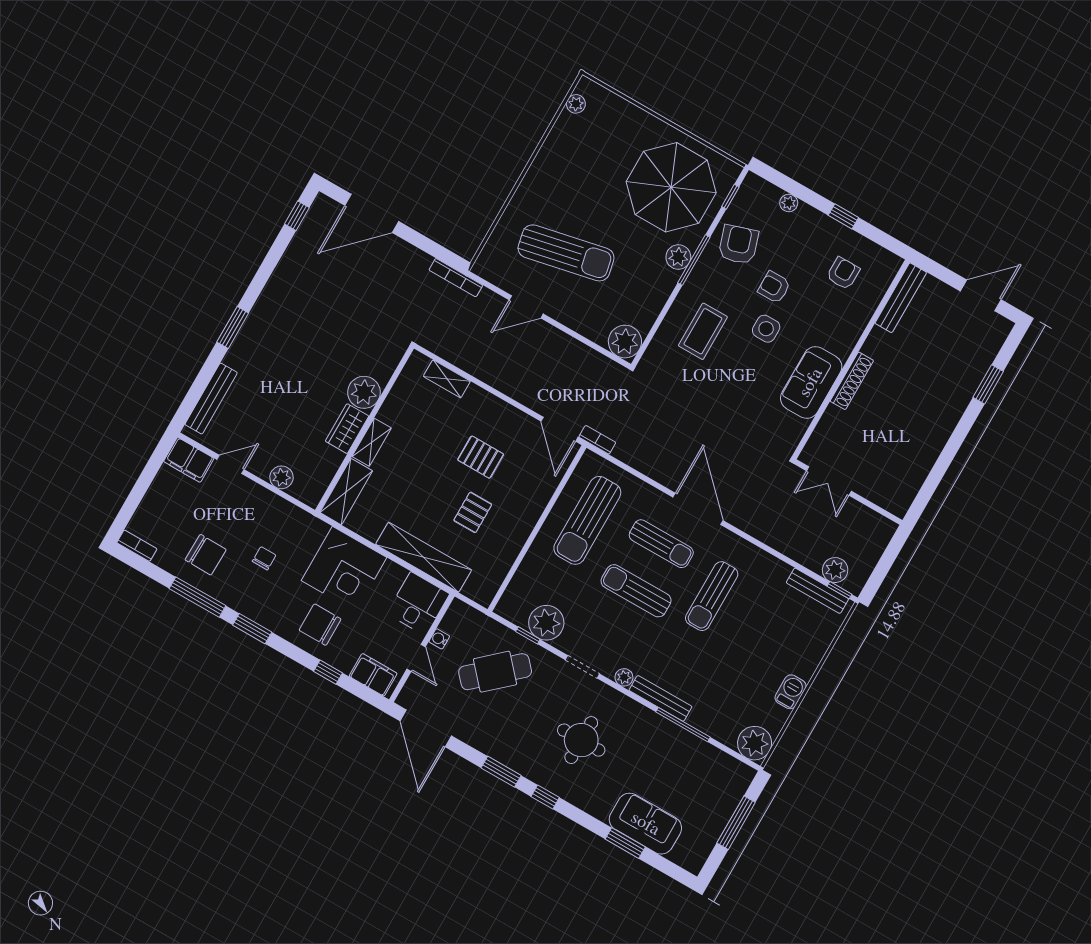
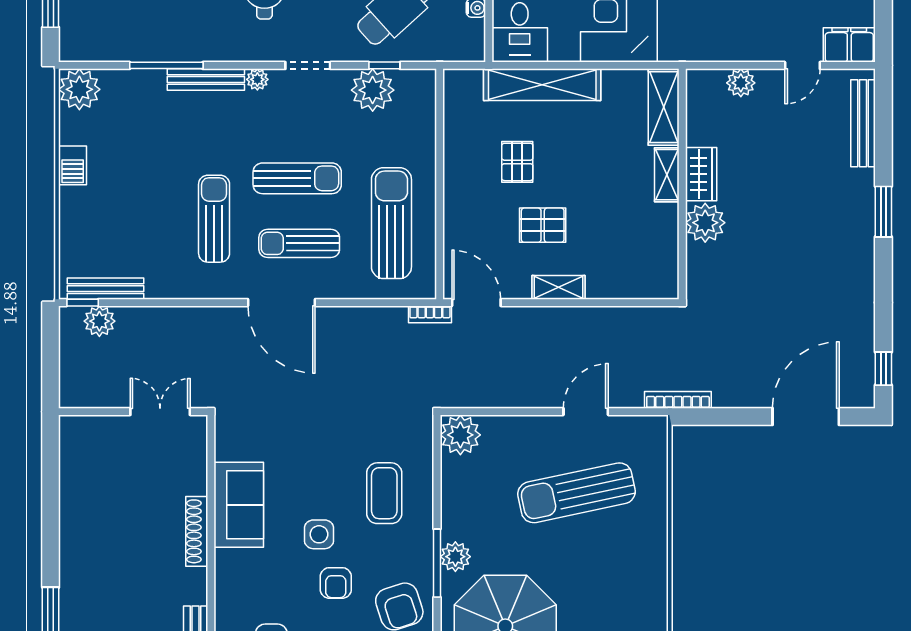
armchair: (774, 287) -> (336, 583), turned 90
shelving: (447, 379) -> (559, 287), moved

